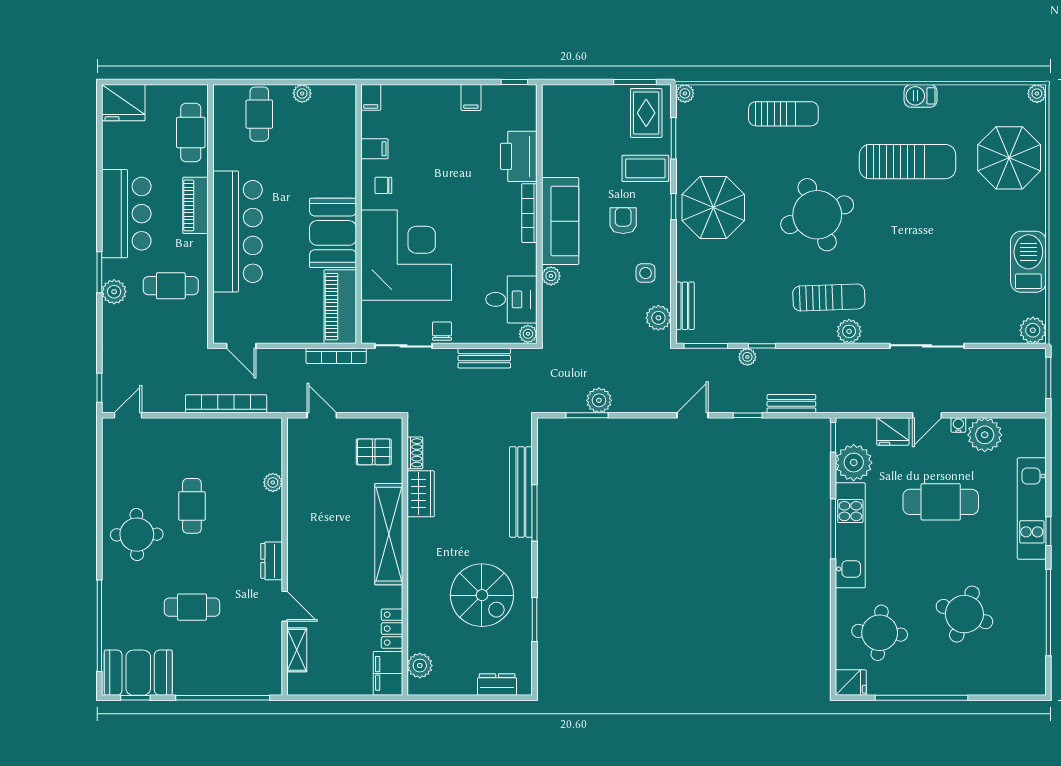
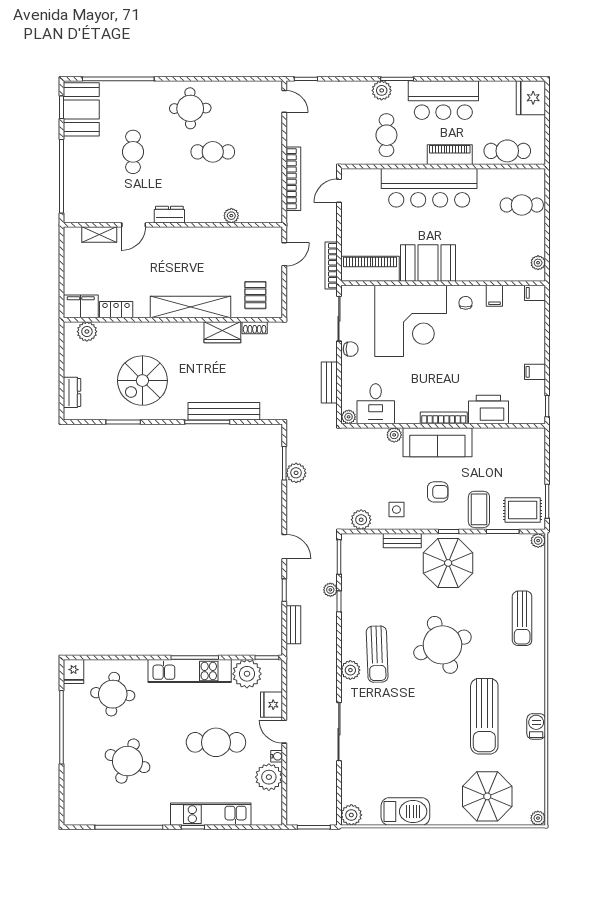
plant: (302, 93) -> (538, 263), moved
bench: (685, 306) -> (402, 541), moved
cafe table: (941, 502) -> (216, 742), turned 90

